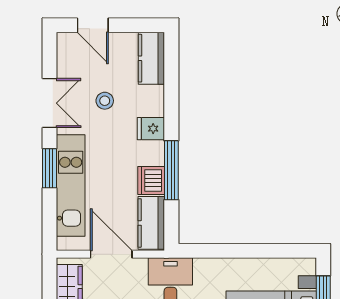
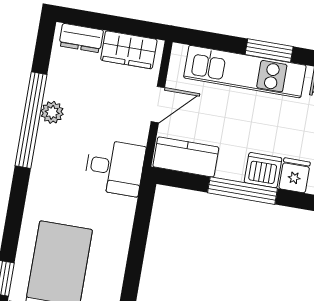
dishwasher: (151, 180) -> (263, 170), moved
door: (111, 254) -> (158, 105), width x0.73

